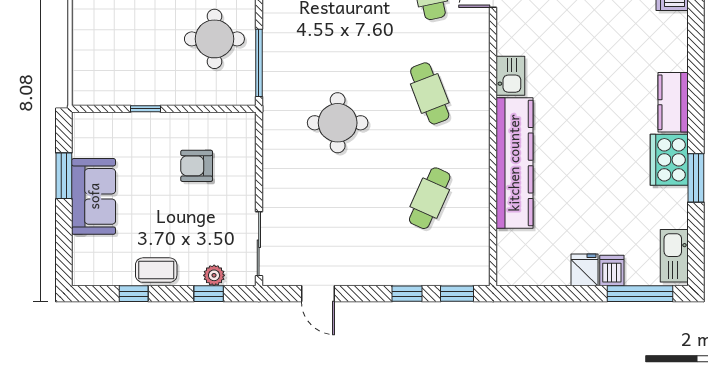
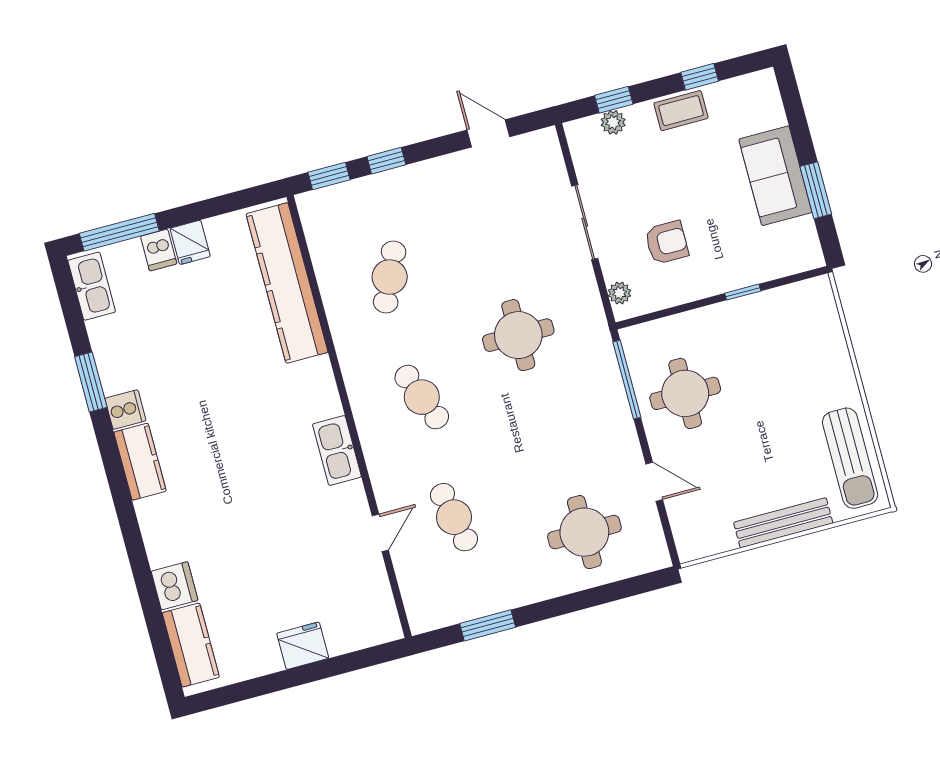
kitchen sink: (510, 76) -> (337, 450), width x1.38
plant: (246, 135) -> (620, 293), added
cooker: (669, 160) -> (125, 410), width x0.53, depth x0.76
kitchen counter: (514, 163) -> (287, 283), moved
sliding door: (259, 244) -> (585, 222), moved

